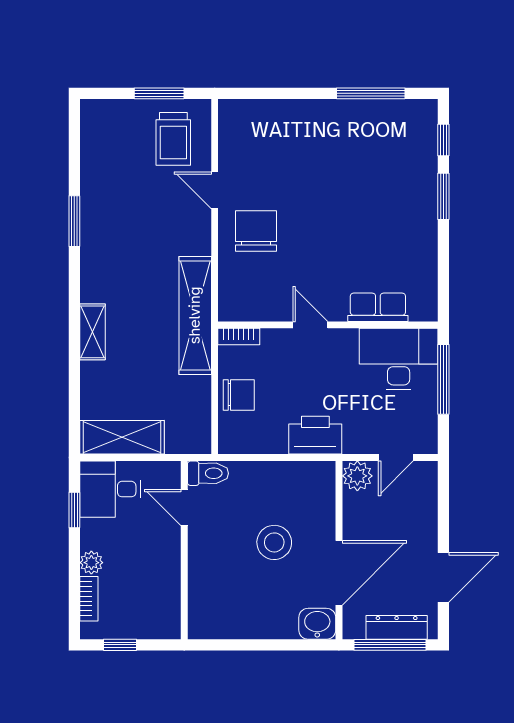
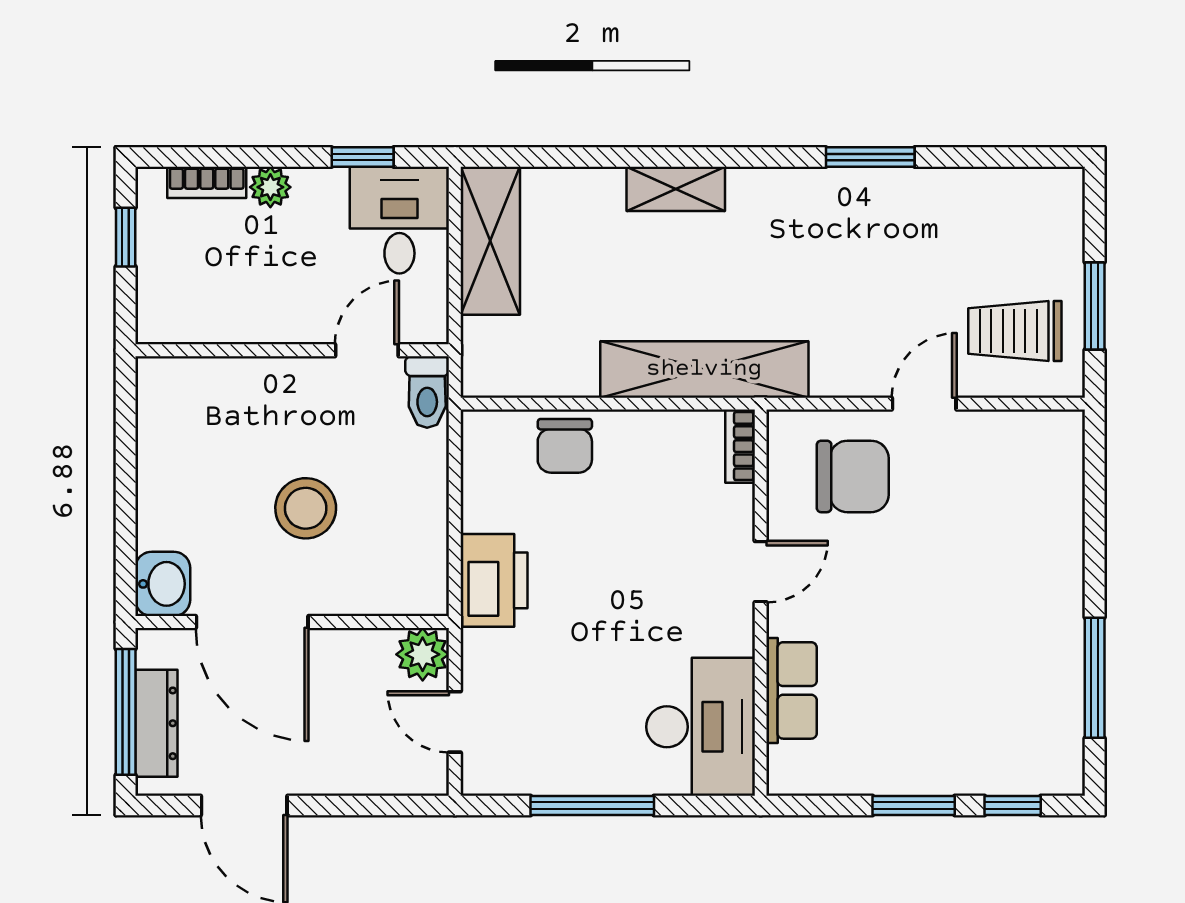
row of seats: (378, 307) -> (792, 690), moved
door: (310, 325) -> (761, 572), moved
wall: (328, 325) -> (761, 603), moved
bookcase: (239, 337) -> (740, 446), moved
desk: (399, 359) -> (701, 727), moved

